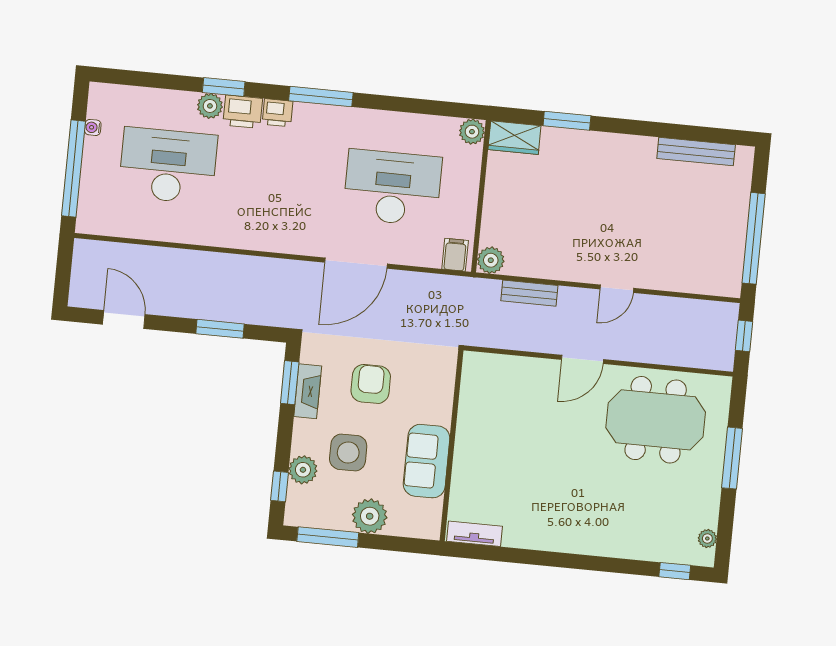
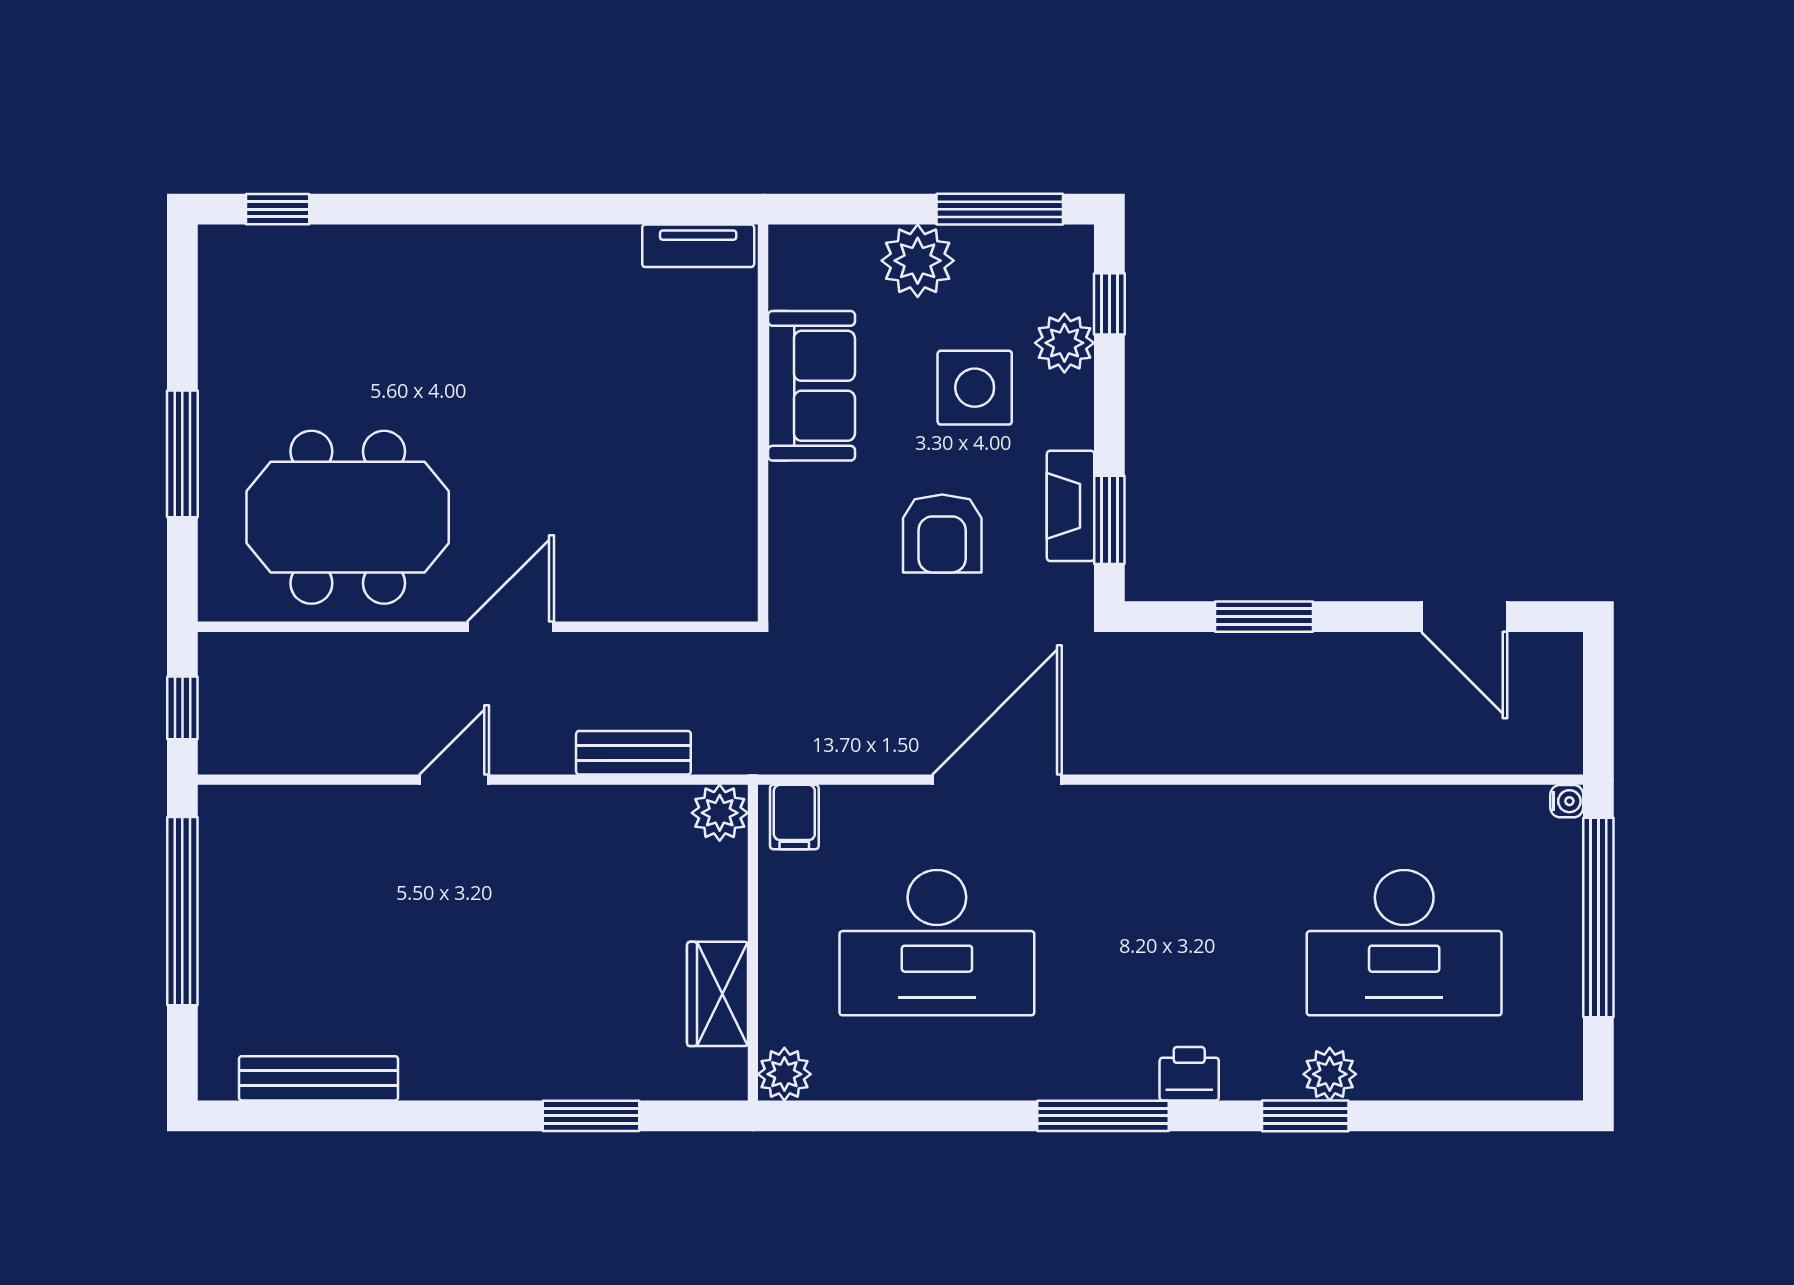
printer: (243, 112) -> (1261, 1069), removed
water cooler: (93, 127) -> (1567, 801), moved
wardrobe: (514, 138) -> (717, 994), moved, turned -90
plant: (707, 538) -> (217, 283), removed

